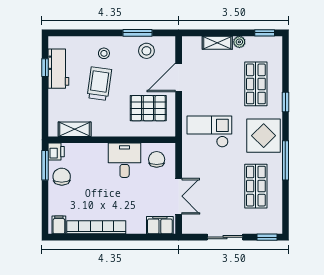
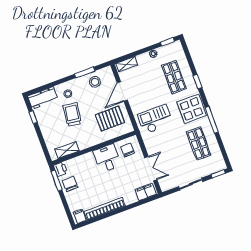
shelving: (217, 43) -> (127, 64), moved
workbench: (58, 69) -> (43, 98), moved, turned 90

